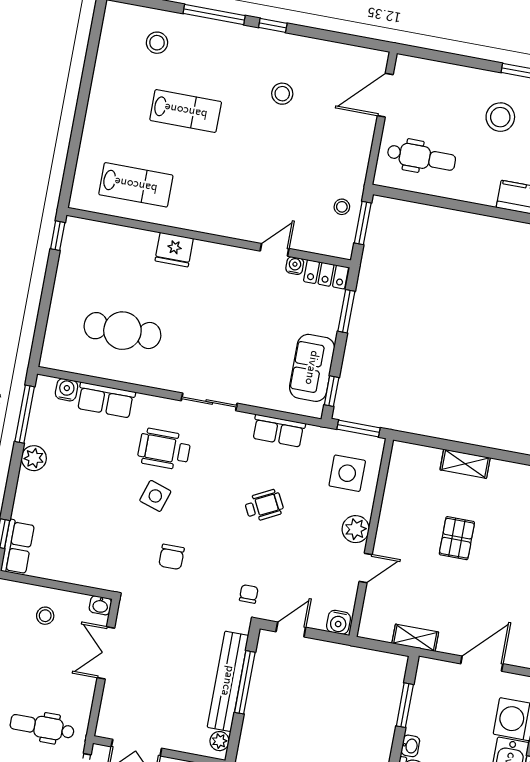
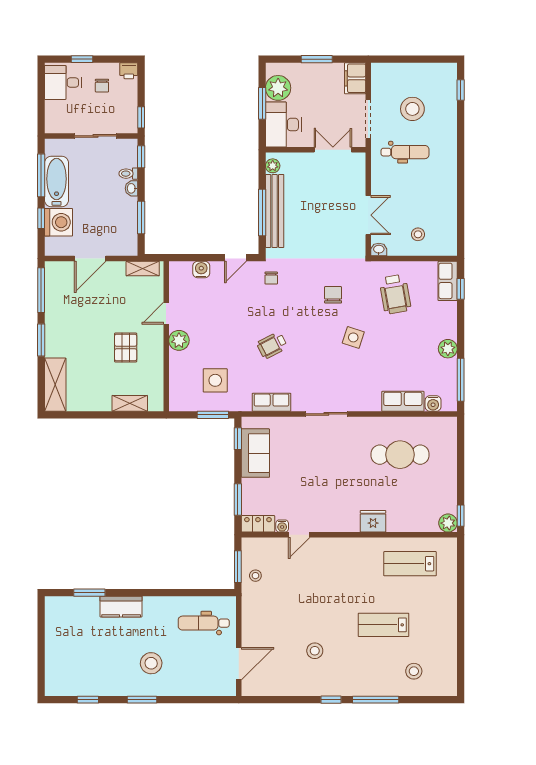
plant: (76, 229) -> (448, 523), added
wheelchair: (164, 449) -> (395, 294), moved, turned 80
plant: (356, 529) -> (179, 340), moved
wall: (371, 538) -> (166, 336), moved
door: (366, 568) -> (166, 313), moved

